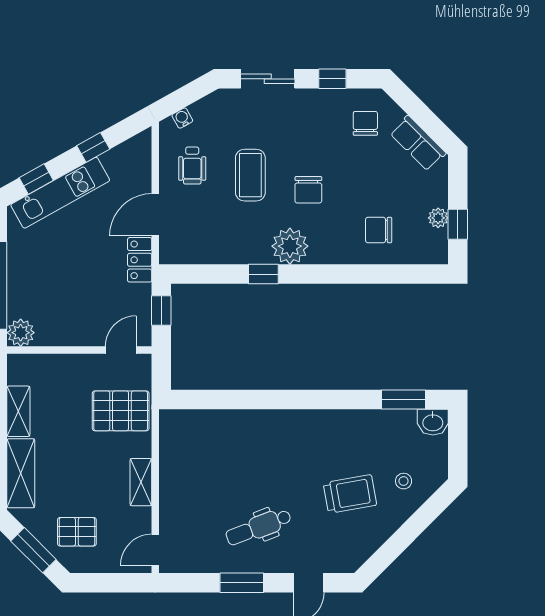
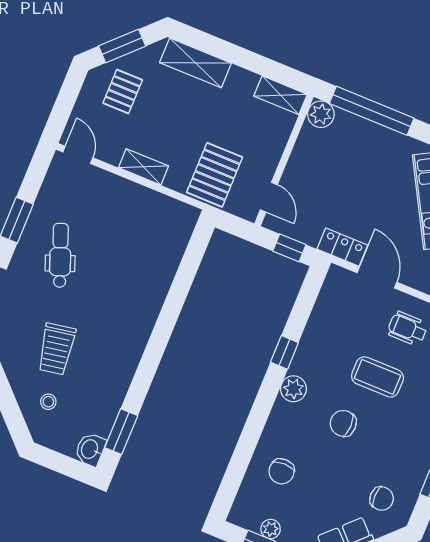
chair: (379, 230) -> (282, 471), turned 180
plant: (290, 246) -> (293, 389), width x0.73, depth x0.73
shelving: (18, 411) -> (280, 95), moved

